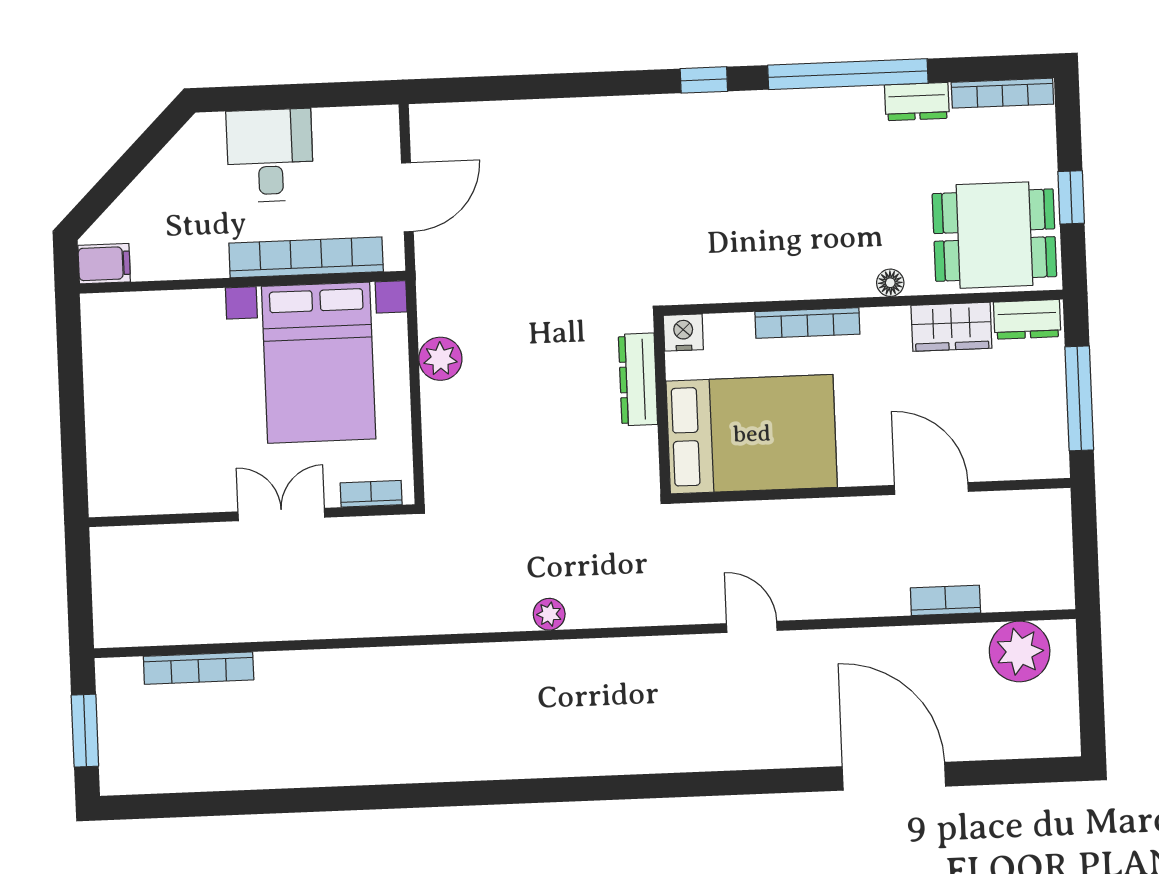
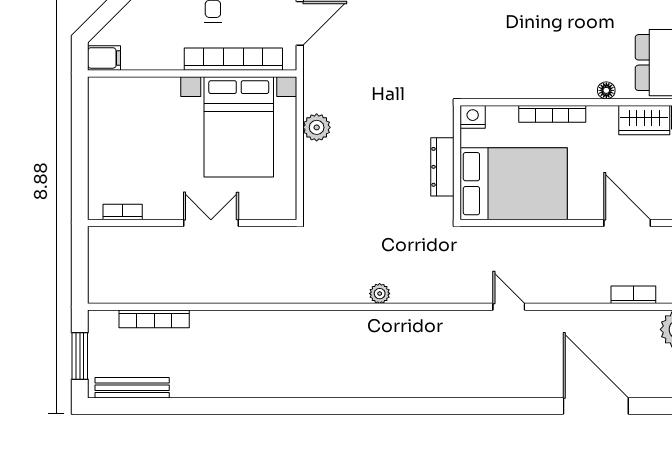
dresser: (638, 379) -> (442, 167), moved
bookcase: (371, 494) -> (123, 212), moved
bench: (169, 777) -> (132, 388), added

